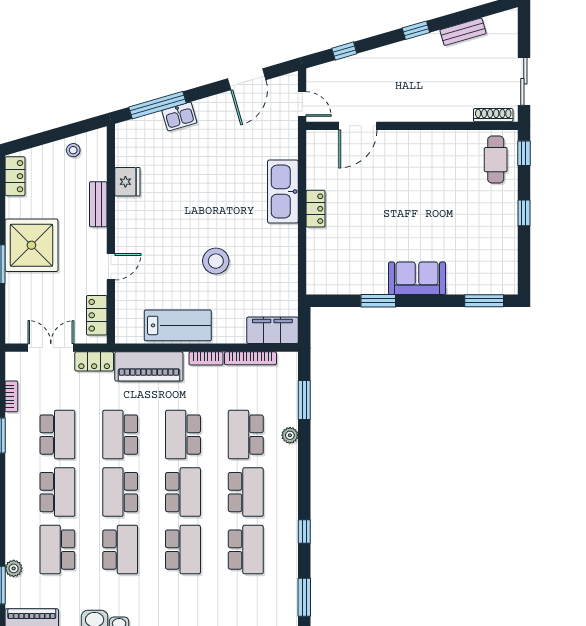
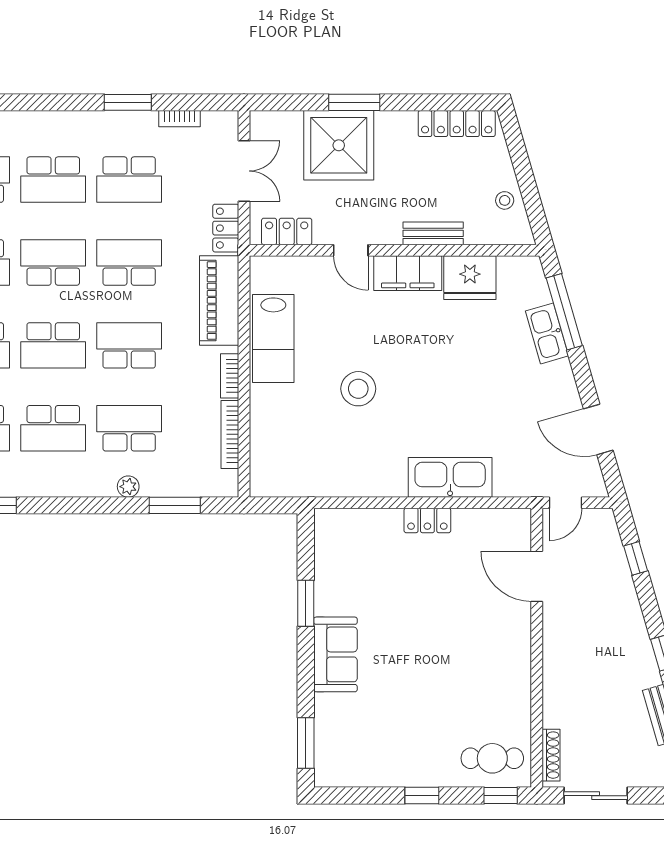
kitchen sink: (179, 117) -> (547, 333), width x1.38
locker: (15, 176) -> (457, 124), width x1.53
fridge: (127, 182) -> (470, 278), width x1.36, depth x1.34
shower: (31, 245) -> (339, 145), moved
filing cabinet: (272, 330) -> (408, 273), moved, turned 90

